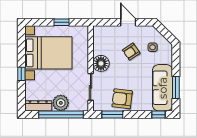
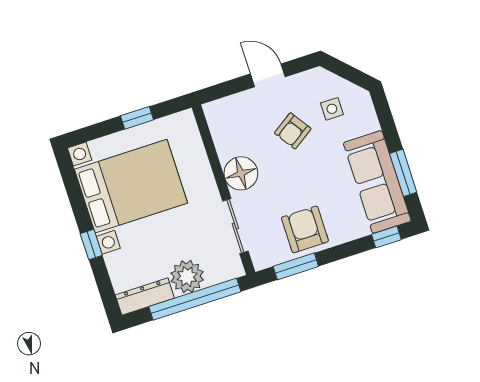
armchair: (122, 99) -> (305, 229), turned 83

